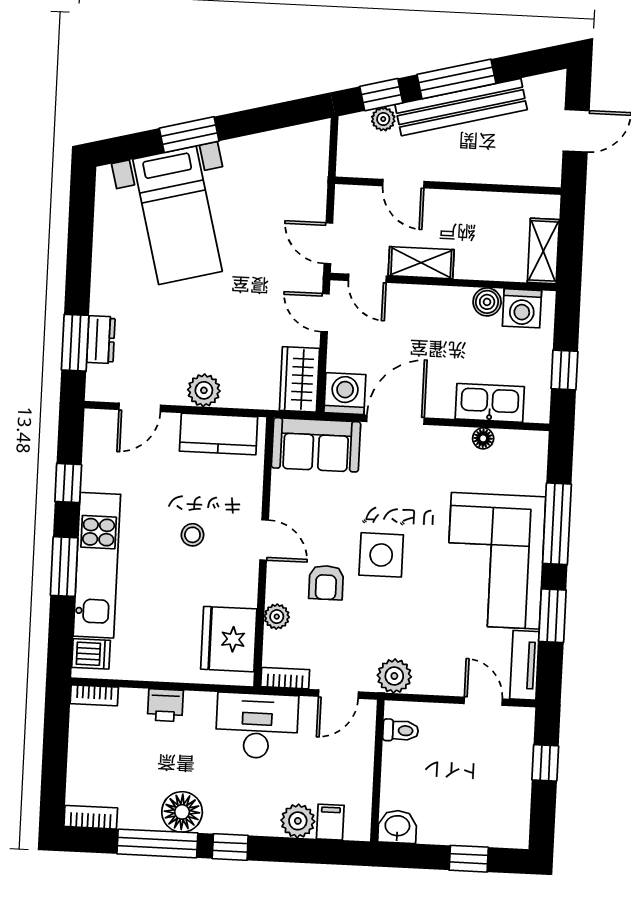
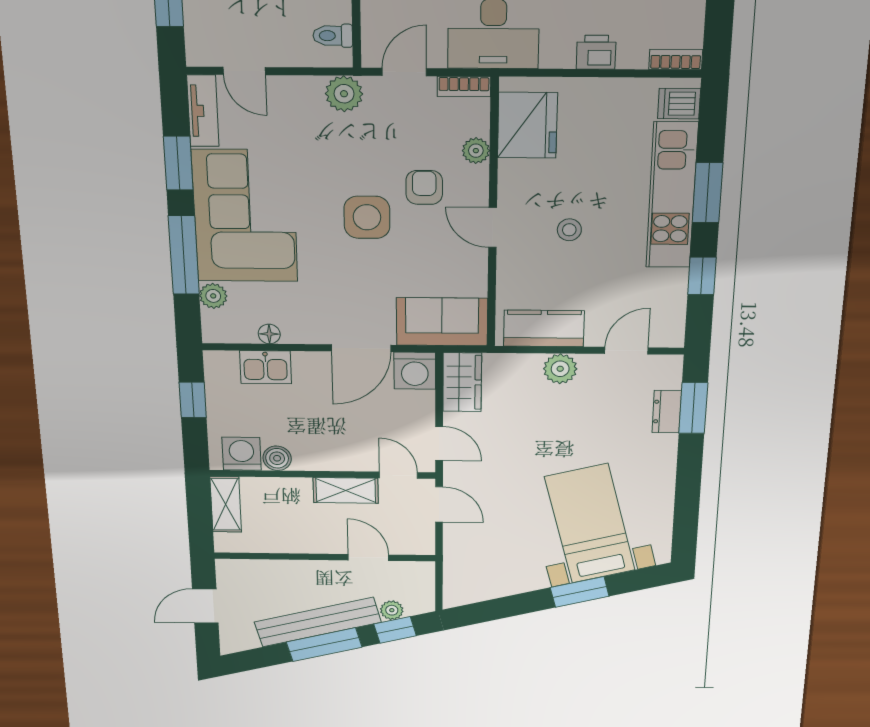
kitchen sink: (490, 403) -> (265, 367), width x0.73
plant: (533, 480) -> (213, 296), added

